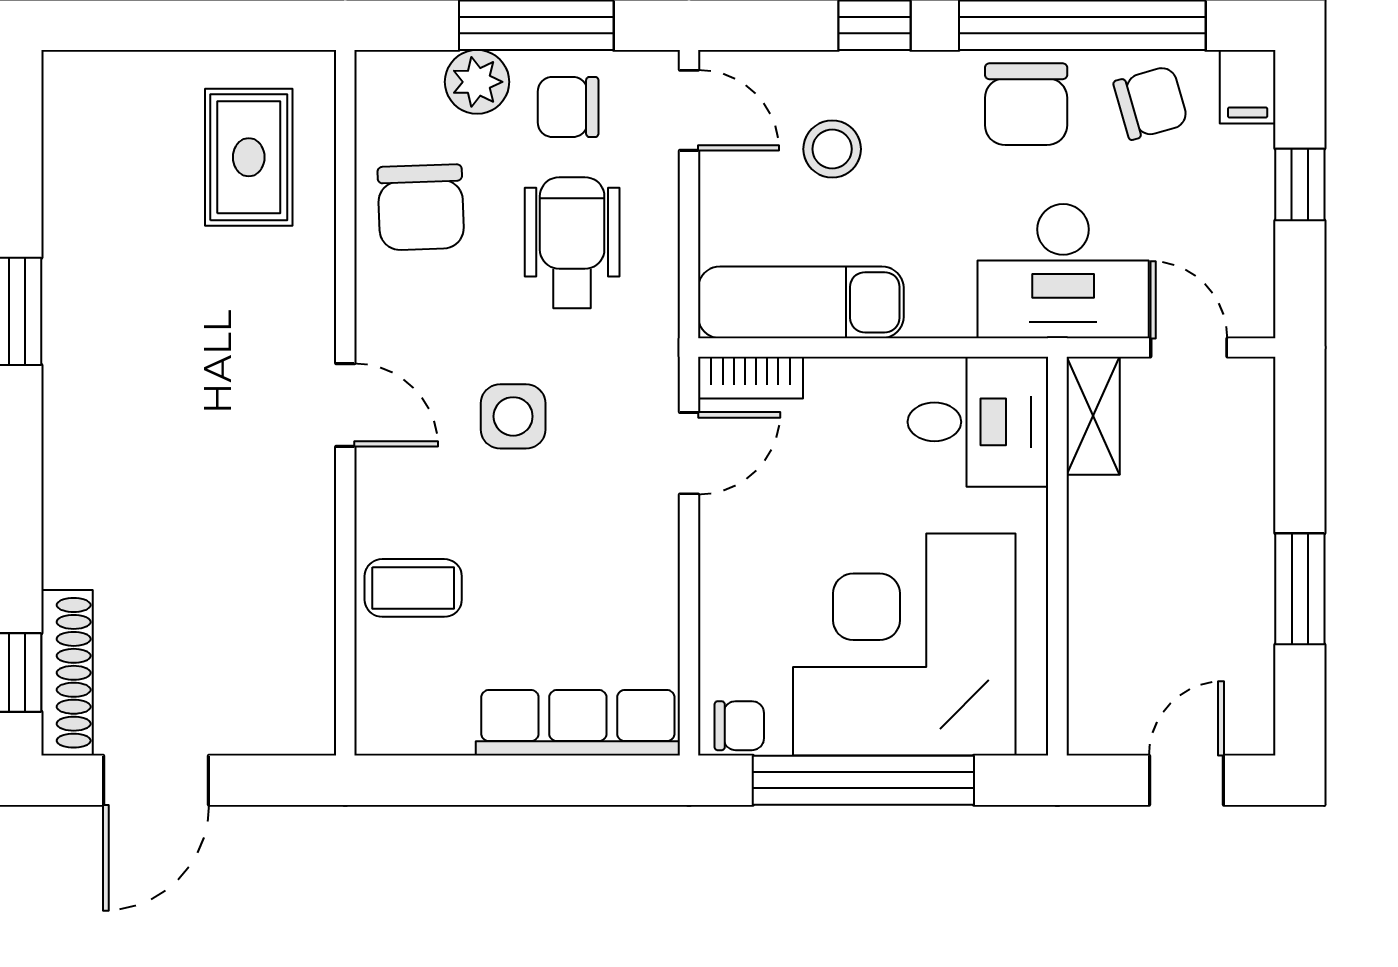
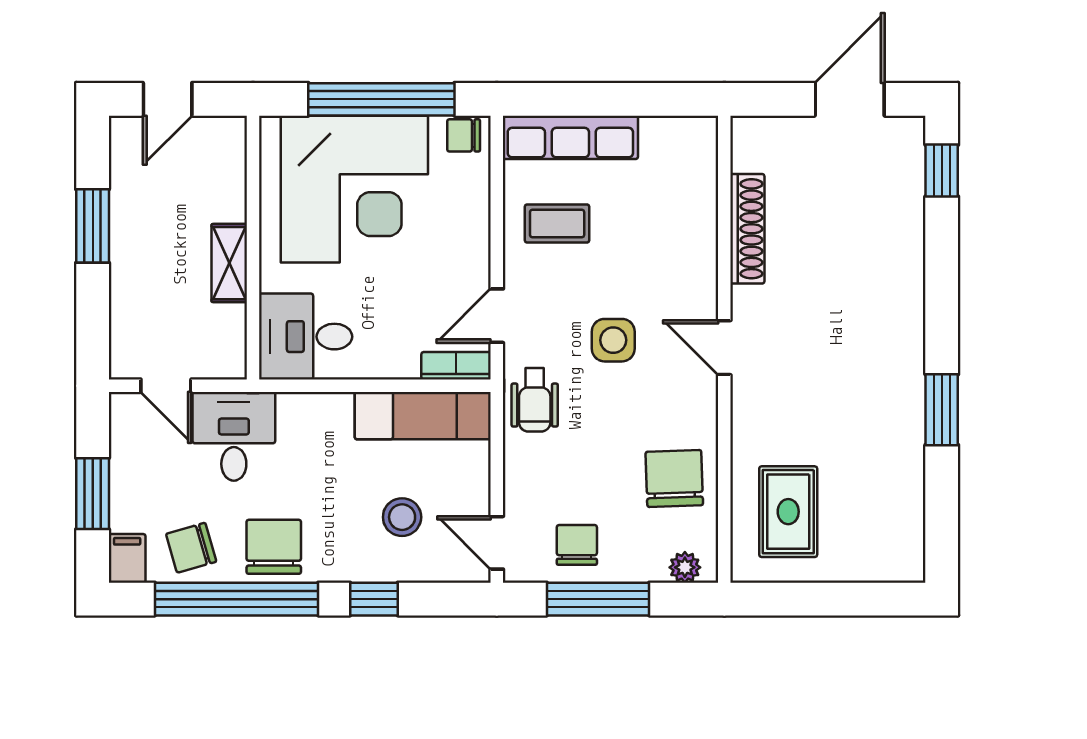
plant: (477, 82) -> (685, 567), moved, width x0.73, depth x0.73
chair: (568, 107) -> (577, 545), turned -90
window: (1300, 185) -> (93, 494), width x1.50
wheelchair: (572, 243) -> (535, 400), moved, width x0.73, depth x0.73
desk: (1063, 271) -> (234, 436), width x0.73
shelving: (1093, 416) -> (229, 263), moved
coffee table: (413, 588) -> (557, 224), moved
shoe rack: (67, 673) -> (747, 229), moved, turned 180

